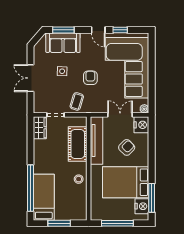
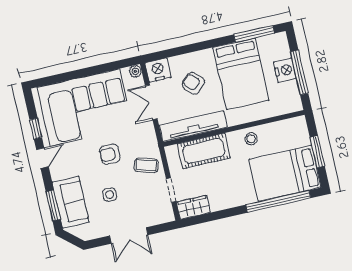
bed: (44, 197) -> (285, 173), width x1.50
nightstand: (142, 206) -> (285, 70), moved, turned 90

